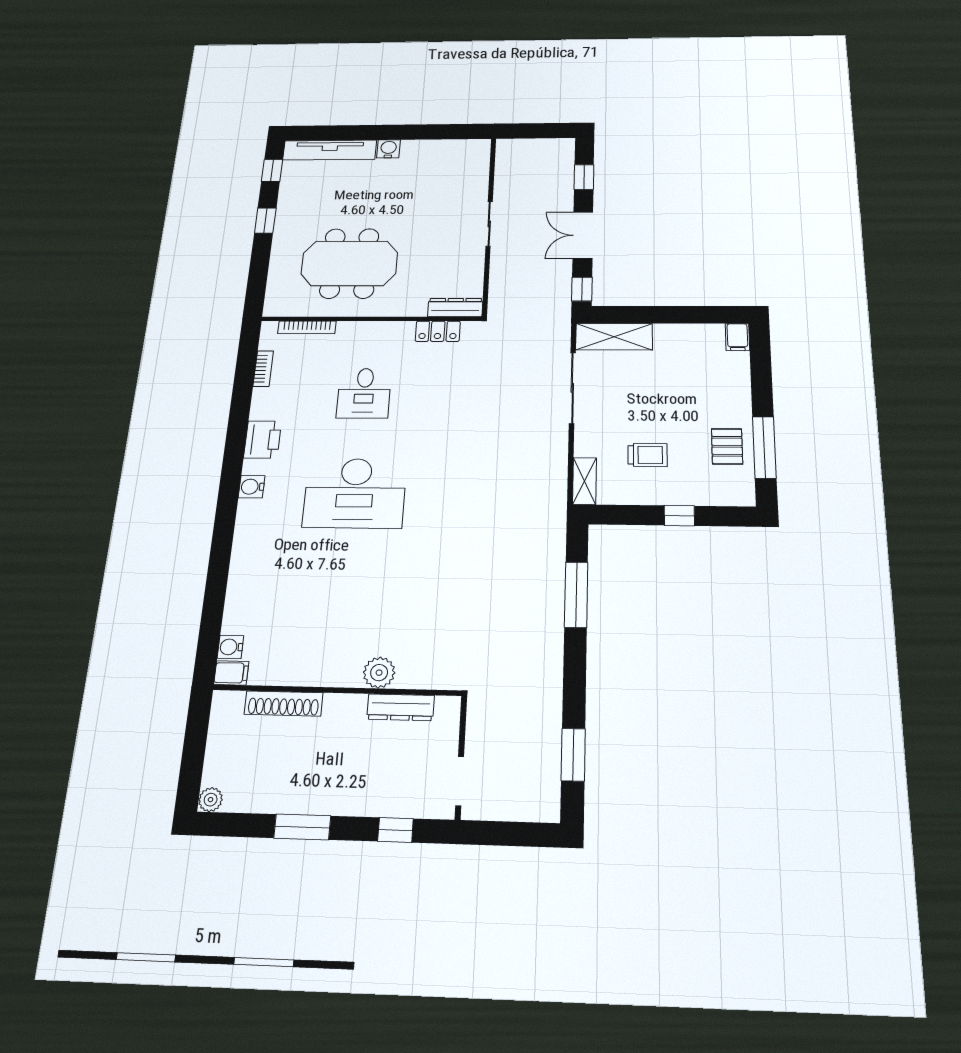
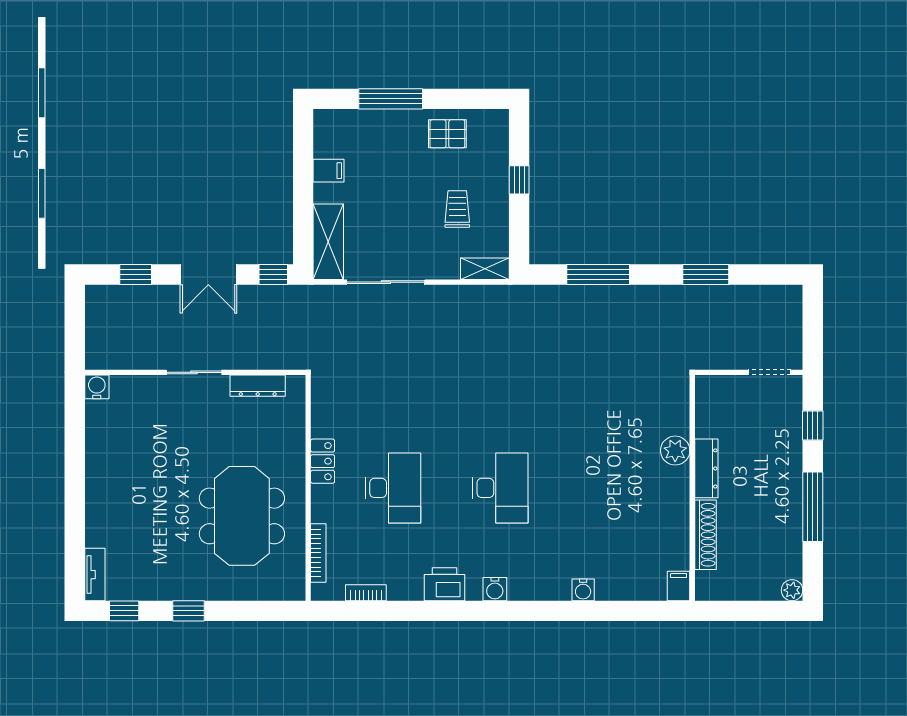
water cooler: (389, 149) -> (97, 387), moved, turned 90
tv unit: (330, 150) -> (95, 575), width x0.52, depth x0.78
dresser: (455, 308) -> (258, 386), moved, turned -90
locker: (438, 331) -> (323, 461), moved
filing cabinet: (737, 337) -> (329, 171), moved
desk: (364, 393) -> (393, 488), width x1.37
window: (764, 447) -> (391, 99), moved
desk: (355, 493) -> (500, 488), width x0.73, depth x0.77
water cooler: (230, 647) -> (583, 590), moved
dresser: (401, 707) -> (706, 468), moved
window: (573, 755) -> (706, 275), moved
window: (302, 827) -> (813, 507), width x1.44

